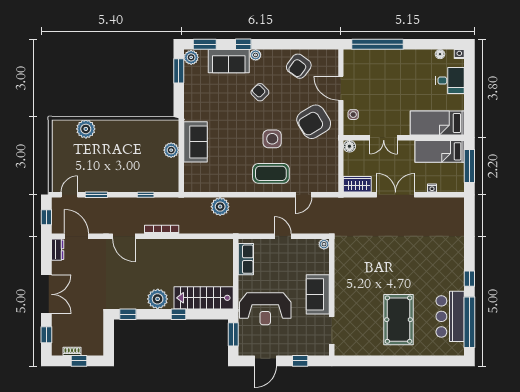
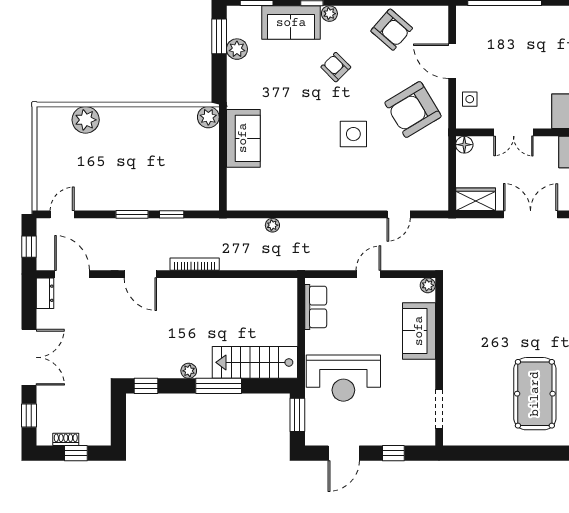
plant: (191, 57) -> (237, 49), moved
armchair: (299, 66) -> (392, 30), turned -85
plant: (171, 150) -> (208, 117), moved
coffee table: (271, 173) -> (352, 184), removed
window: (96, 195) -> (132, 214), moved
plant: (220, 207) -> (272, 225), width x0.53, depth x0.53
door: (283, 236) -> (368, 274), hinge flipped
sofa: (318, 294) -> (419, 331), moved
plant: (158, 299) -> (189, 371), width x0.53, depth x0.53
window: (178, 314) -> (219, 386), width x2.17

